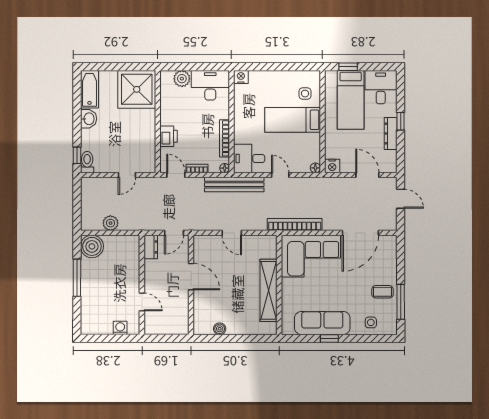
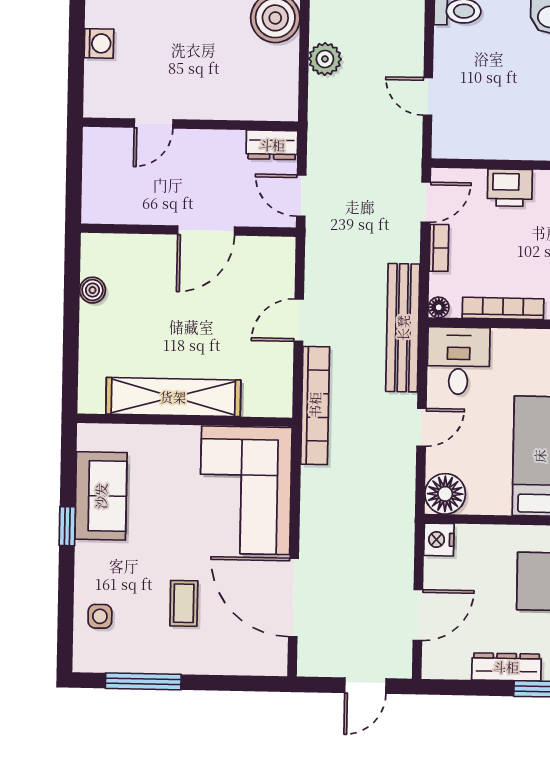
floor lamp: (315, 168) -> (445, 494), width x1.89, depth x1.89
bookcase: (295, 224) -> (315, 405), moved
coffee table: (382, 292) -> (184, 603), moved
sofa: (322, 323) -> (101, 496), width x0.73
washing machine: (120, 328) -> (99, 43), moved

